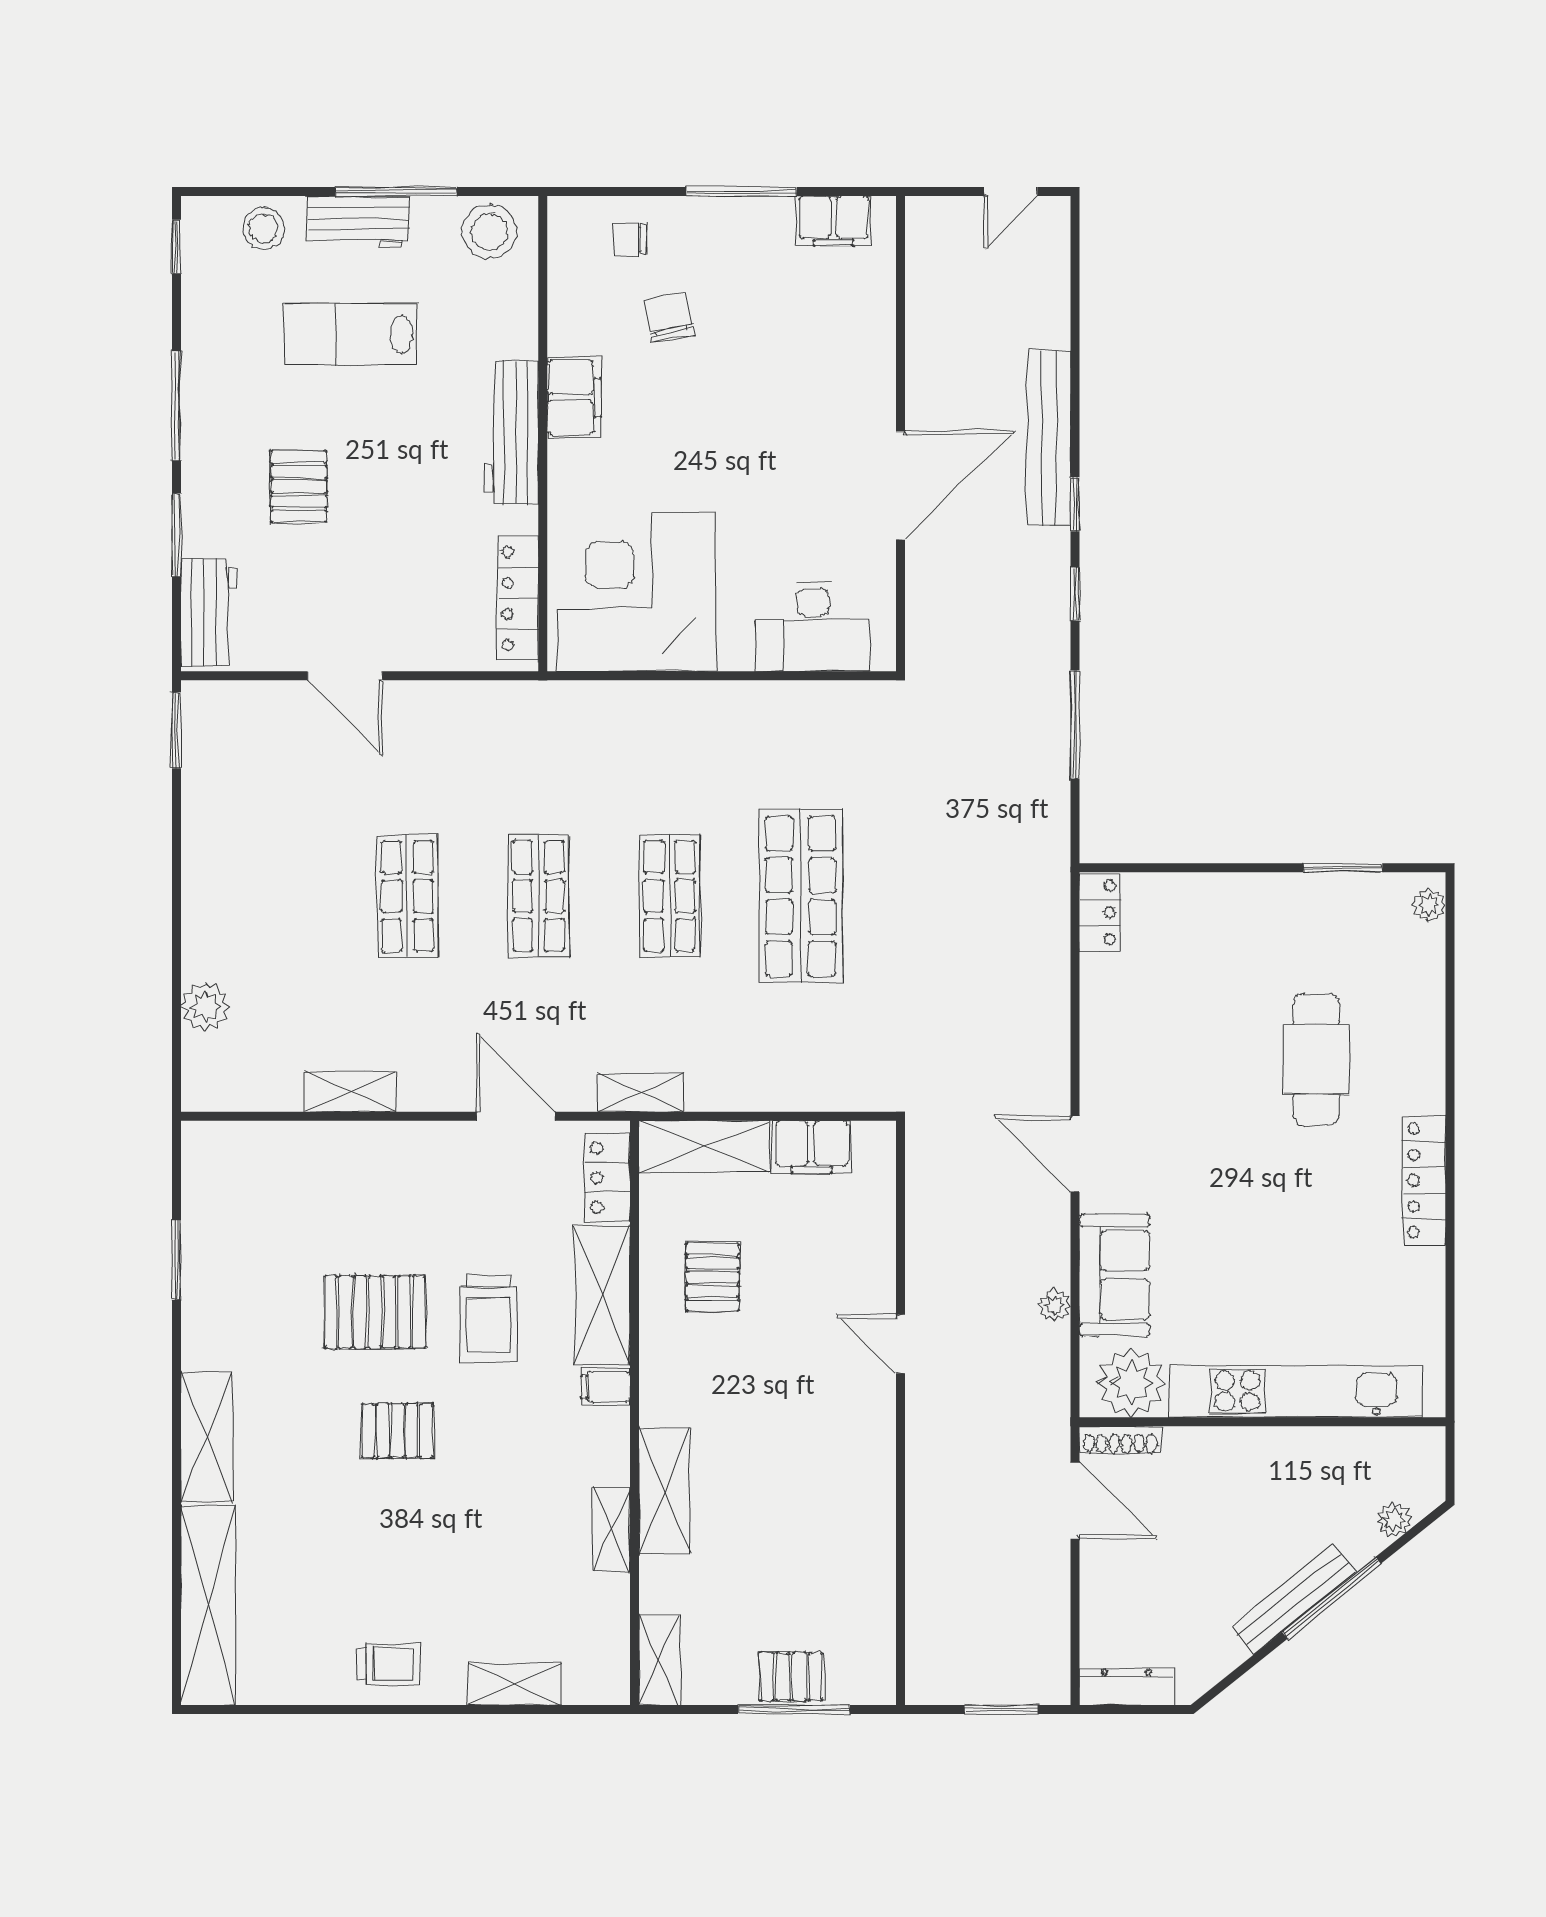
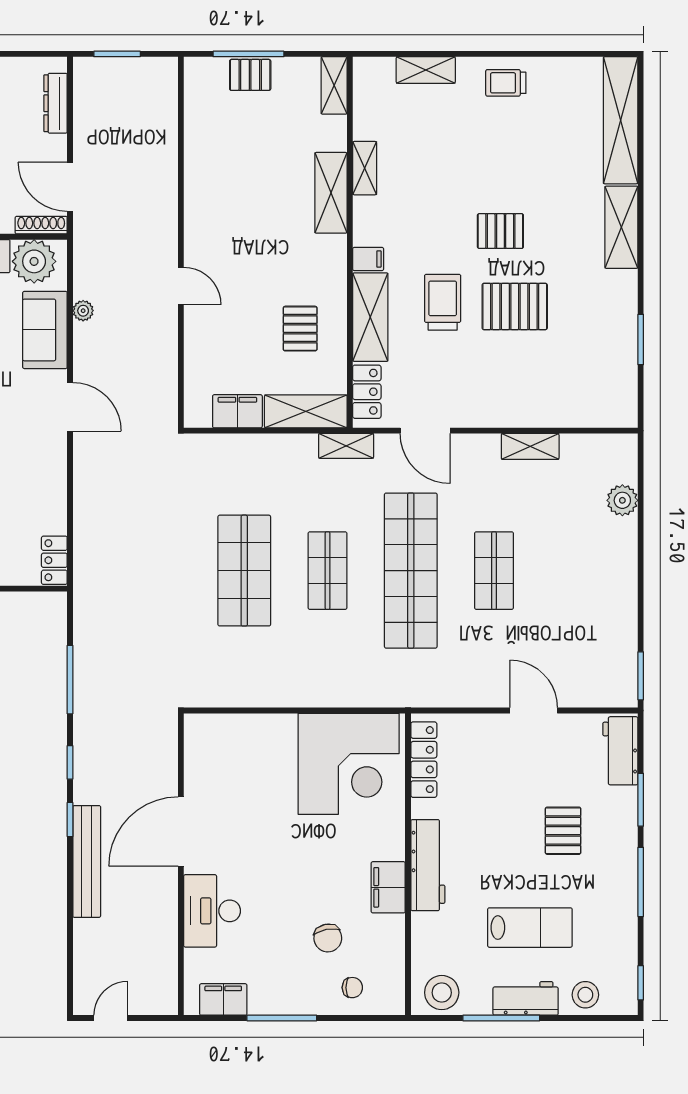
desk: (813, 627) -> (212, 911), moved, turned -90
shop shelf: (538, 896) -> (411, 571), width x2.00, depth x1.36
dresser: (1126, 1687) -> (56, 103), moved, turned 90

